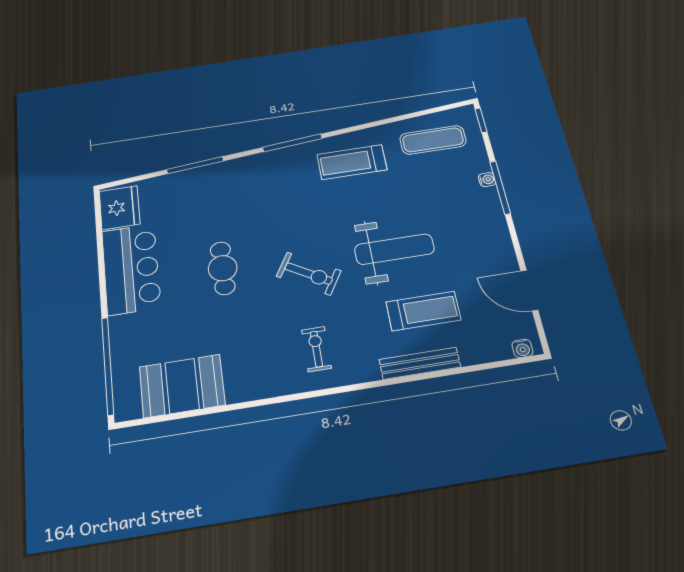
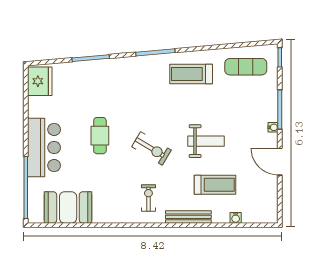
water cooler: (487, 180) -> (273, 127), moved
weight bench: (394, 249) -> (206, 141), width x0.73, depth x0.75
bar counter: (131, 269) -> (44, 147), moved
door: (529, 290) -> (280, 162), moved
water cooler: (522, 348) -> (236, 218), moved
bench: (420, 363) -> (188, 217), moved

